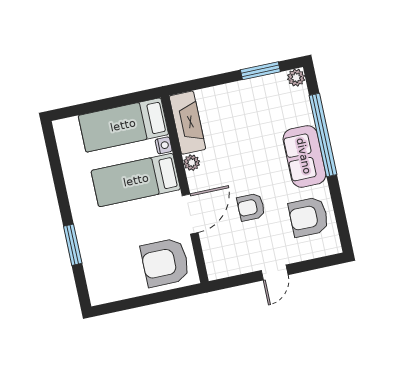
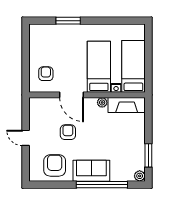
armchair: (165, 262) -> (46, 74), width x0.53, depth x0.53

